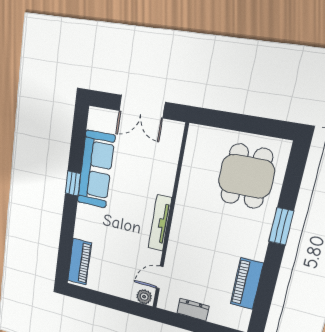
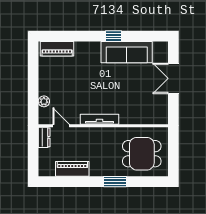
wall: (170, 220) -> (103, 126), moved
tv unit: (160, 223) -> (100, 119), moved
door: (160, 277) -> (61, 126), moved

